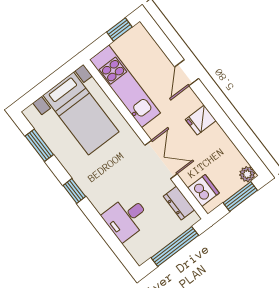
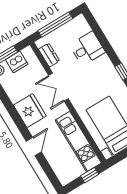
window: (119, 30) -> (90, 175), moved
fridge: (201, 120) -> (30, 111), width x1.88, depth x1.34
dishwasher: (203, 190) -> (17, 62), moved, turned -90

